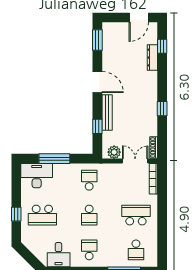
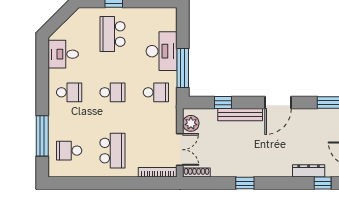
window: (54, 159) -> (183, 68), moved
desk: (37, 176) -> (162, 51), moved
school desk: (89, 215) -> (112, 92), turned 180

